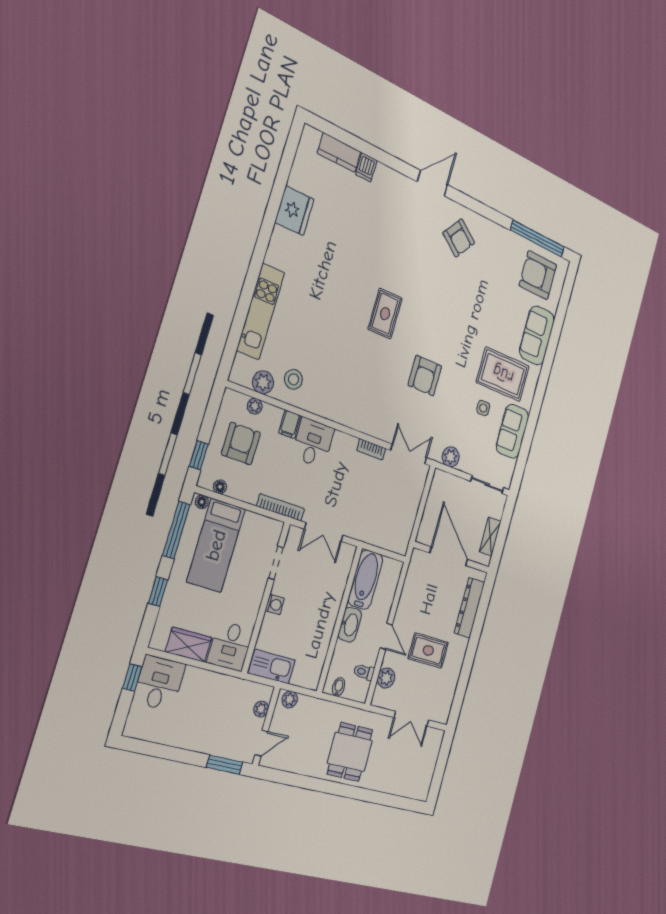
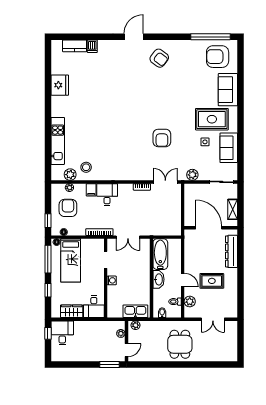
rug: (385, 314) -> (127, 115), removed
kitchen sink: (272, 667) -> (135, 311), moved

